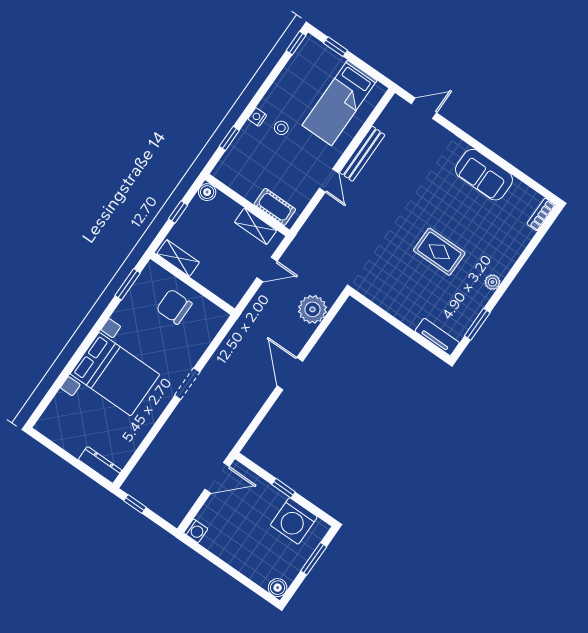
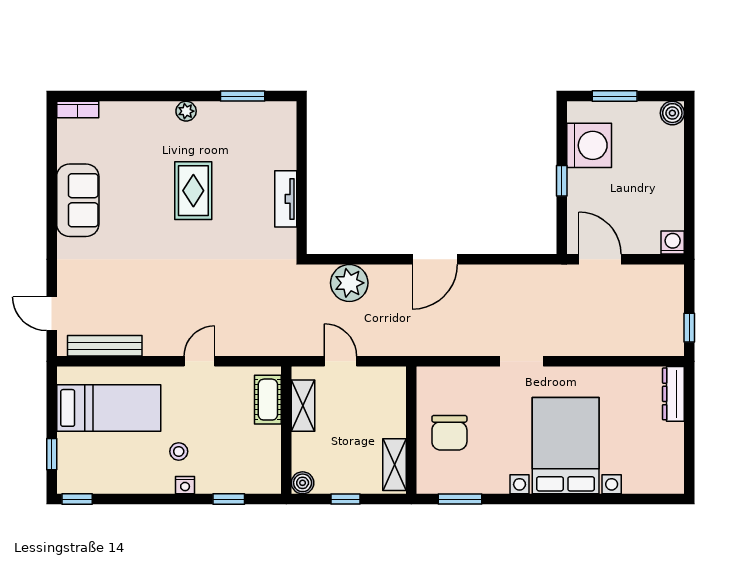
bench: (362, 154) -> (105, 346), moved
tv unit: (437, 337) -> (286, 199), moved

